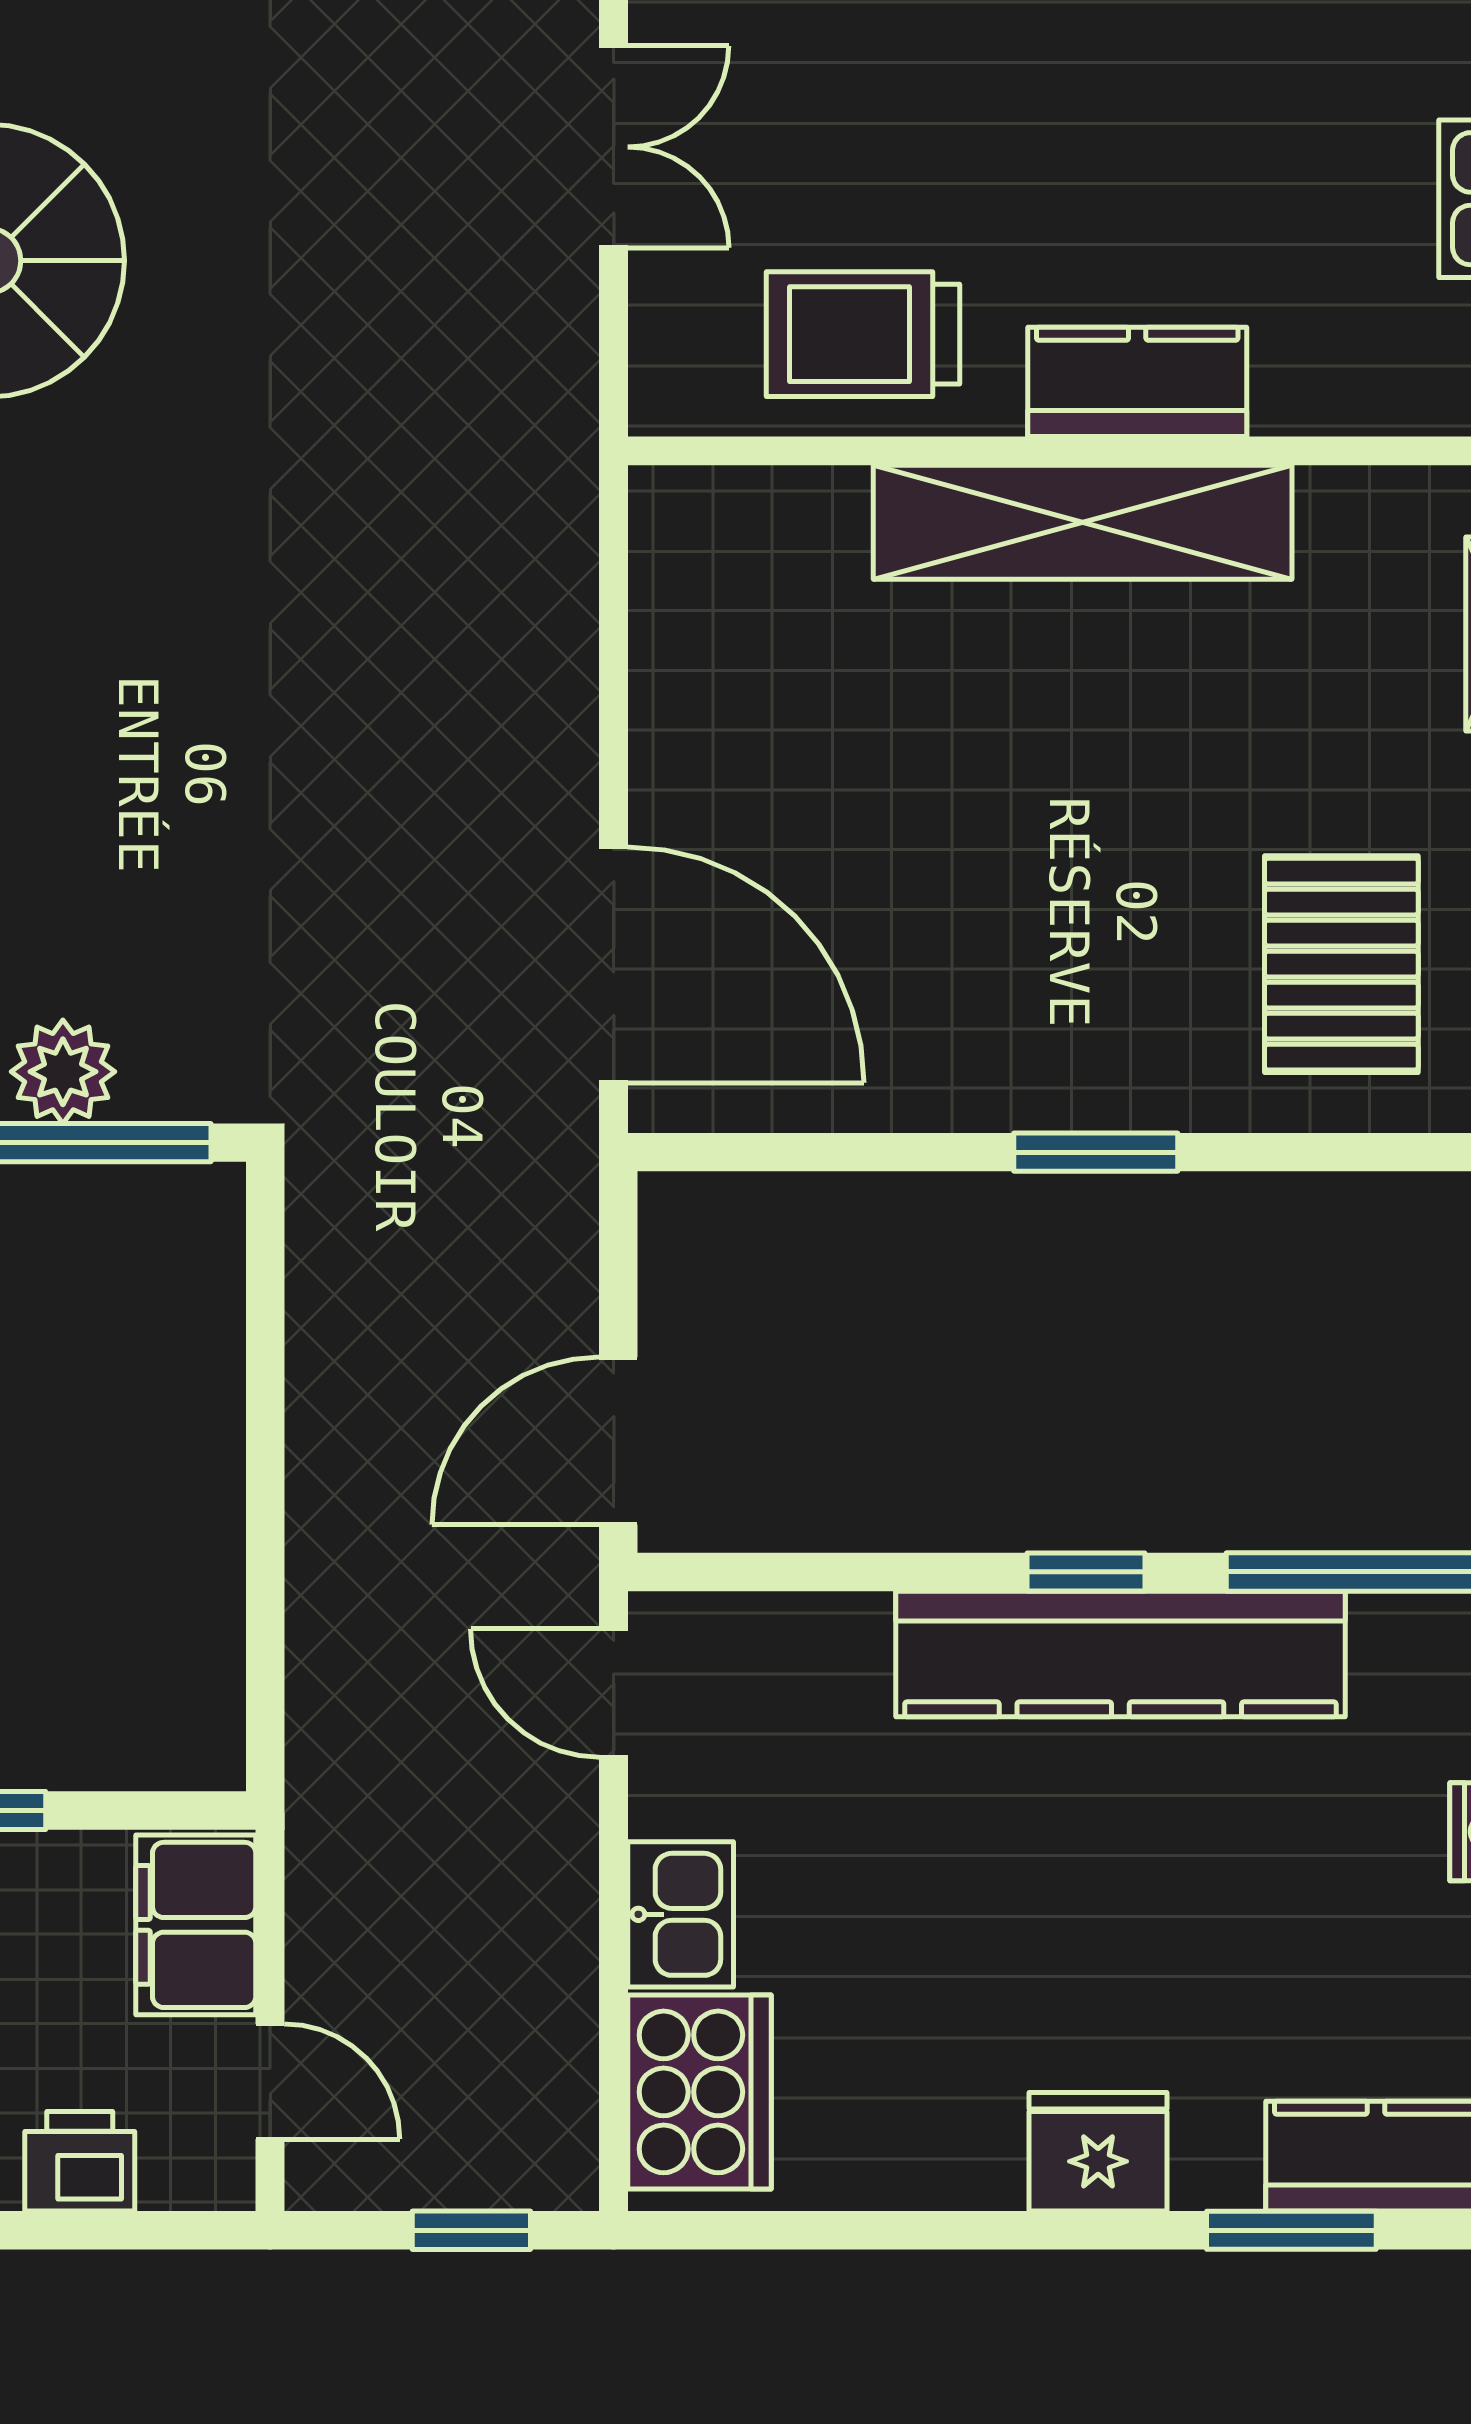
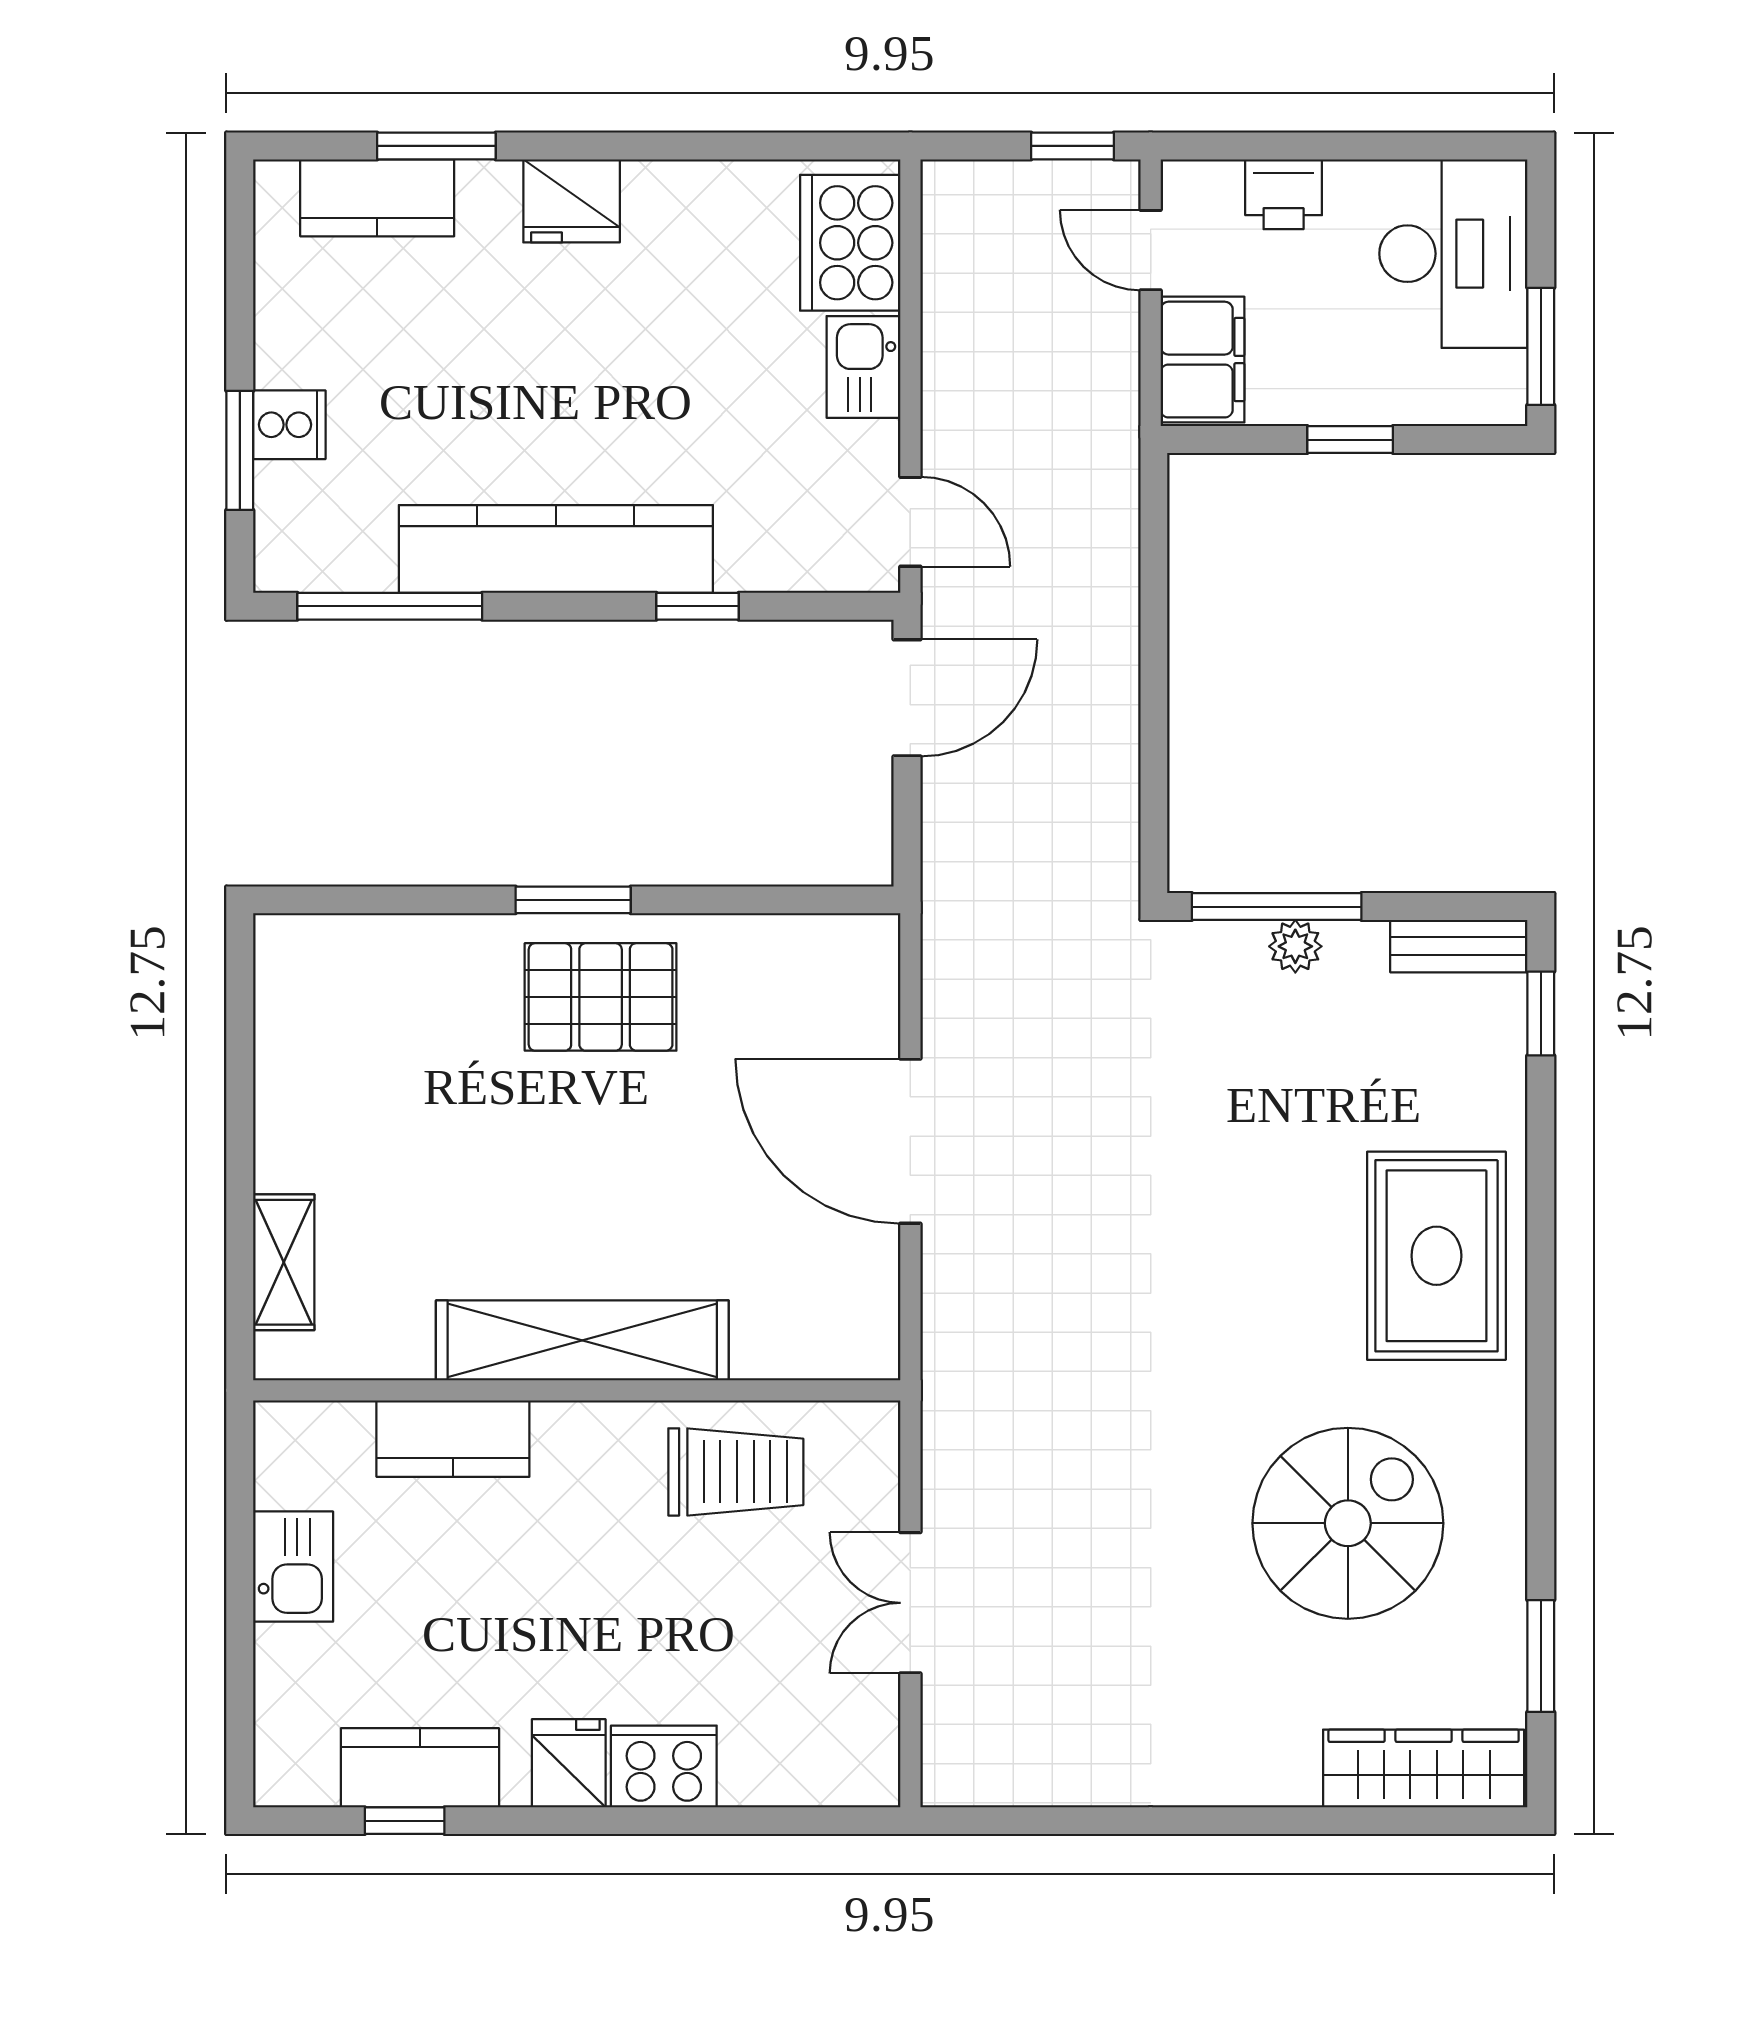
kitchen counter: (1137, 382) -> (453, 1439), moved
pallet: (1341, 964) -> (601, 997), moved, turned 90
door: (614, 965) -> (910, 1141), moved
plant: (63, 1072) -> (1295, 946), width x0.73, depth x0.73
window: (1086, 1572) -> (698, 606), moved
window: (471, 2230) -> (1073, 146), moved

